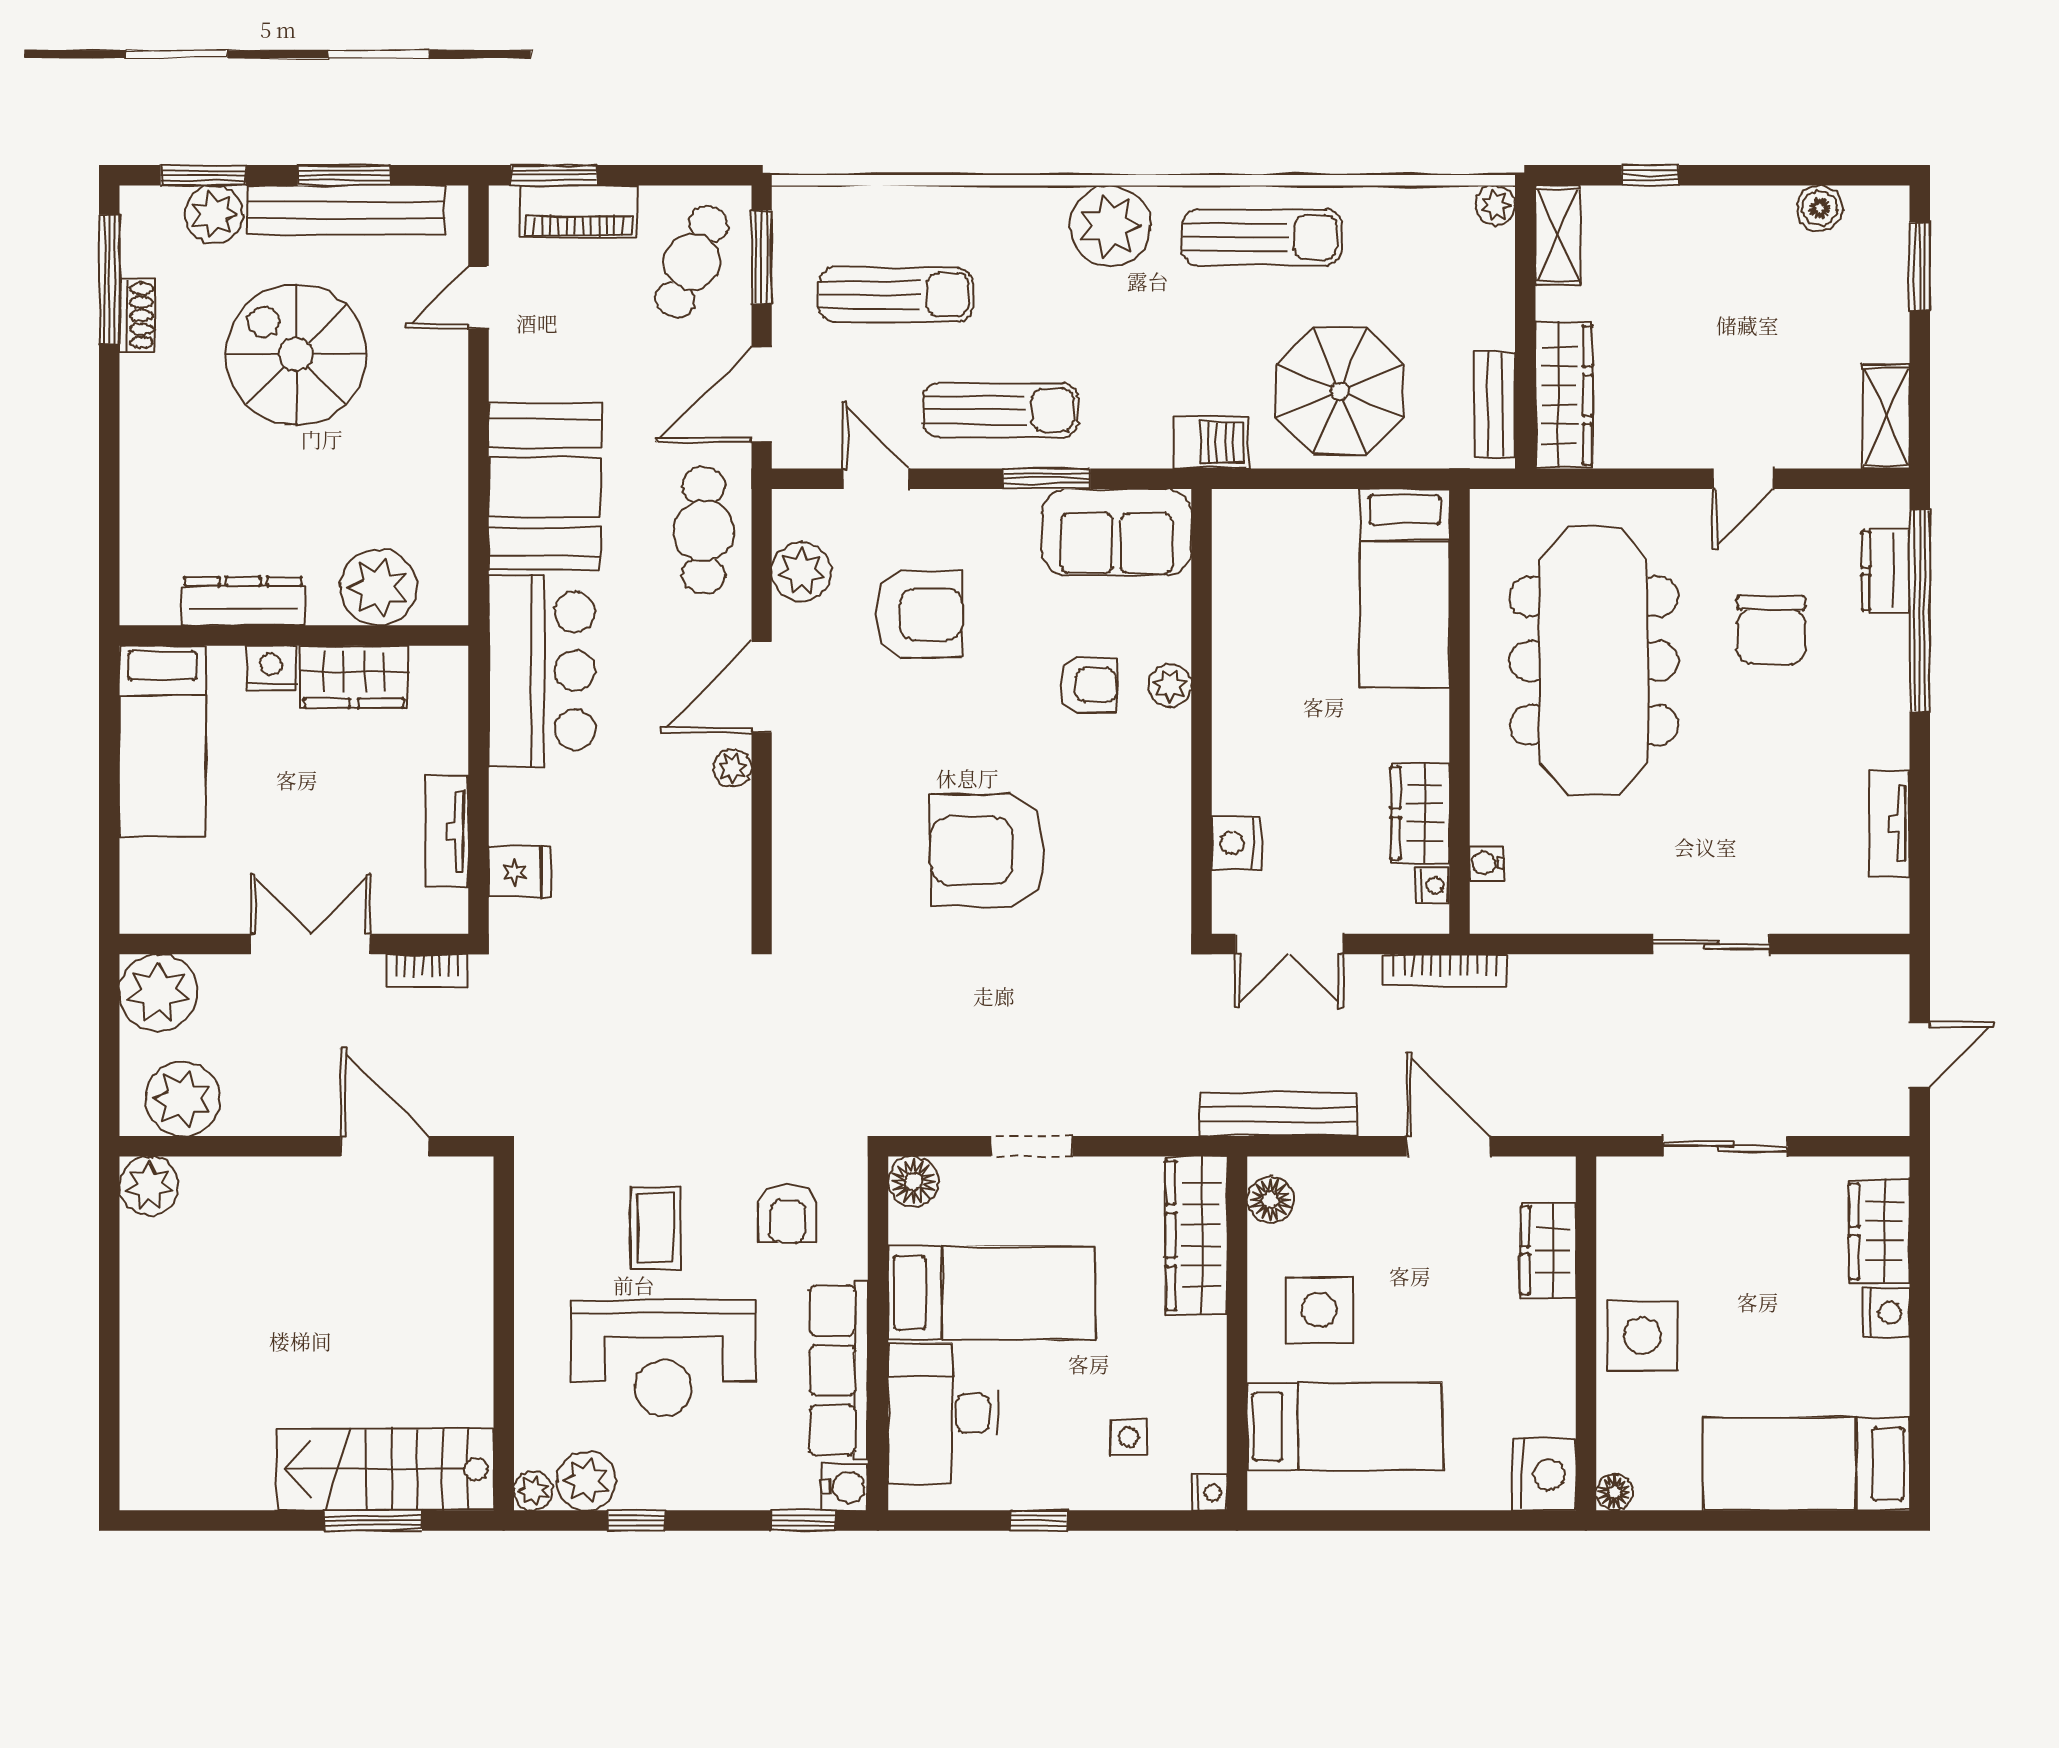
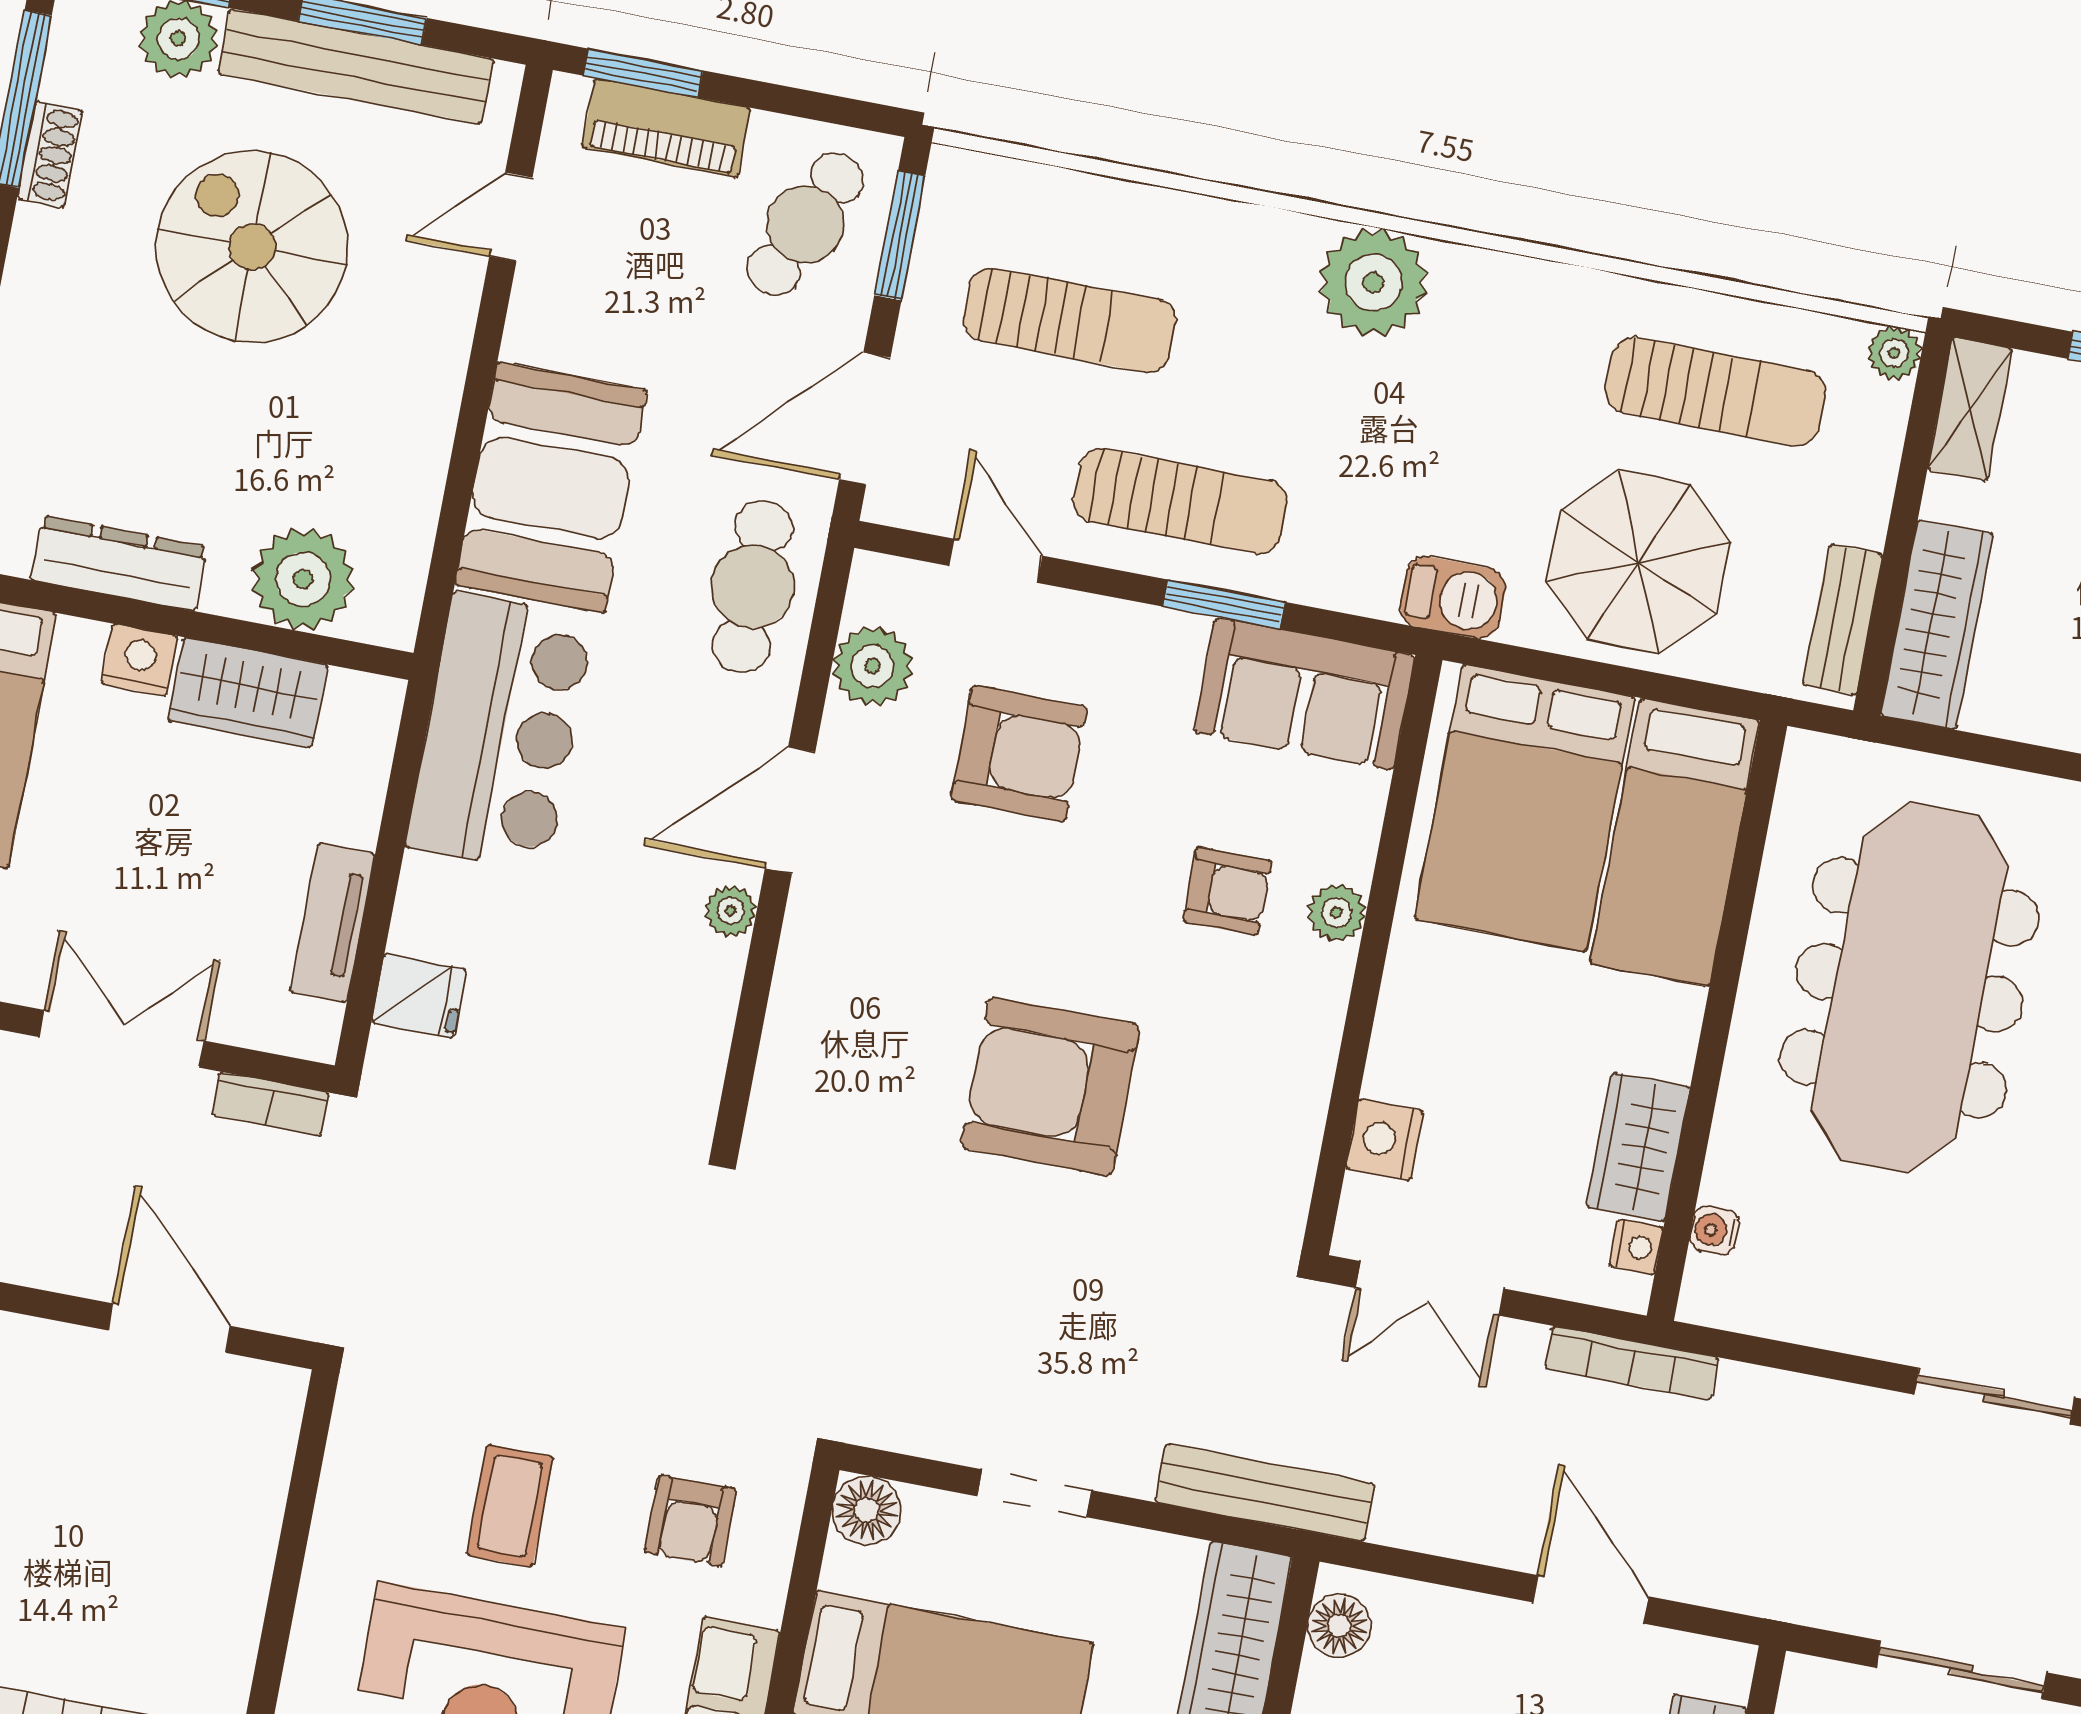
sun lounger: (1262, 237) -> (1715, 392), moved
bed: (1291, 584) -> (1525, 808), added
bench: (1279, 1114) -> (1265, 1493), moved

